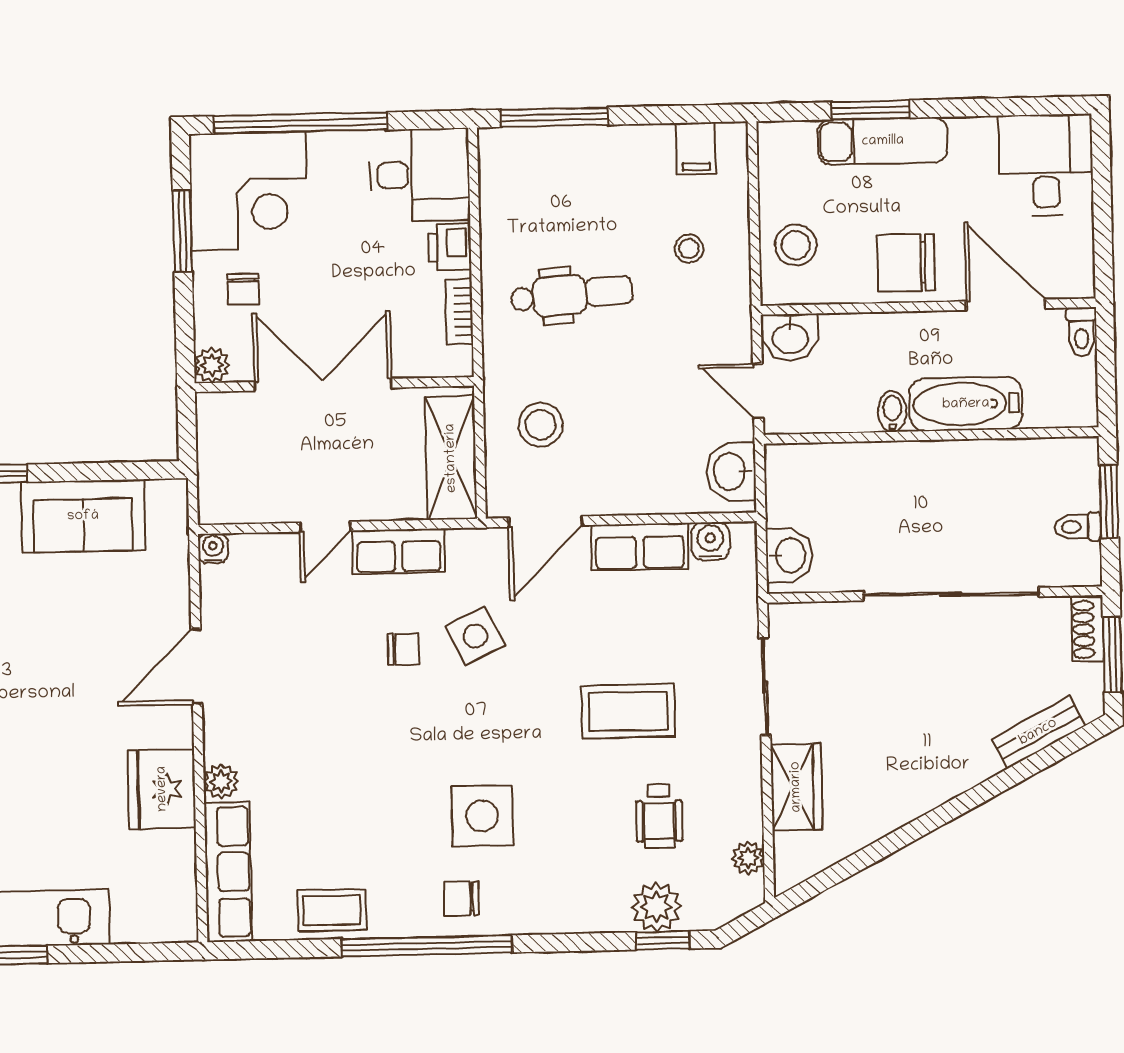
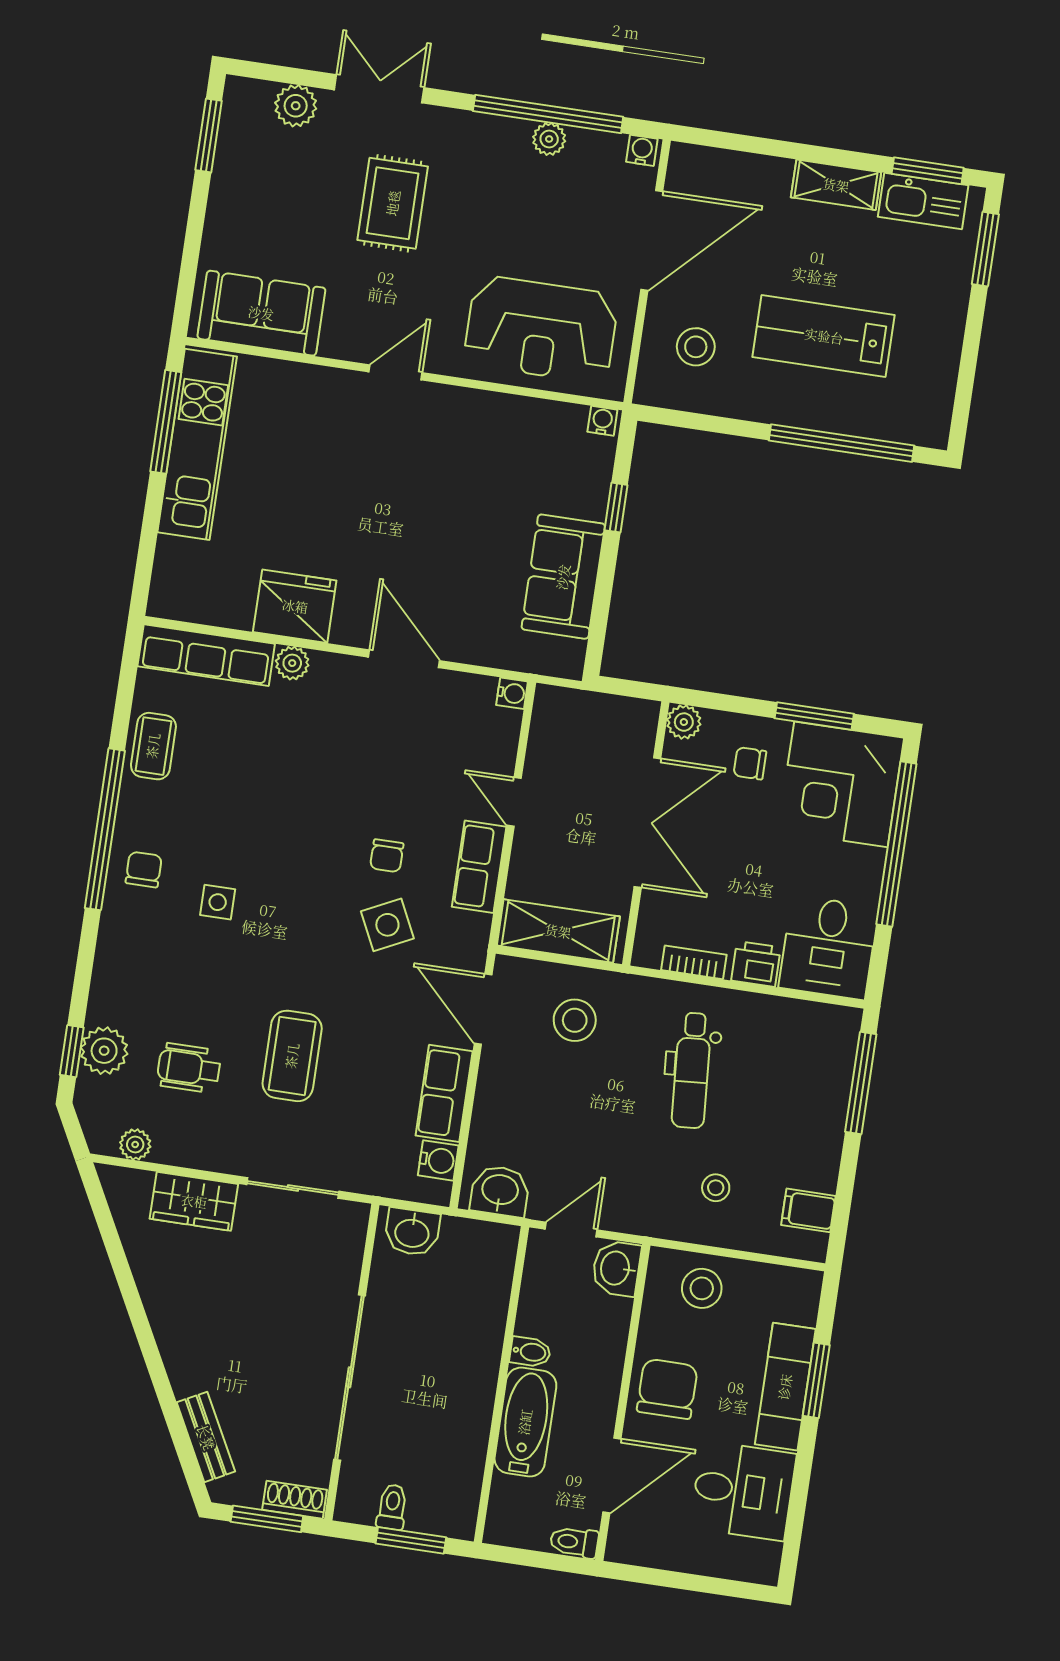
desk: (1046, 165) -> (743, 1491), moved
side table: (482, 816) -> (218, 902), width x0.54, depth x0.54

